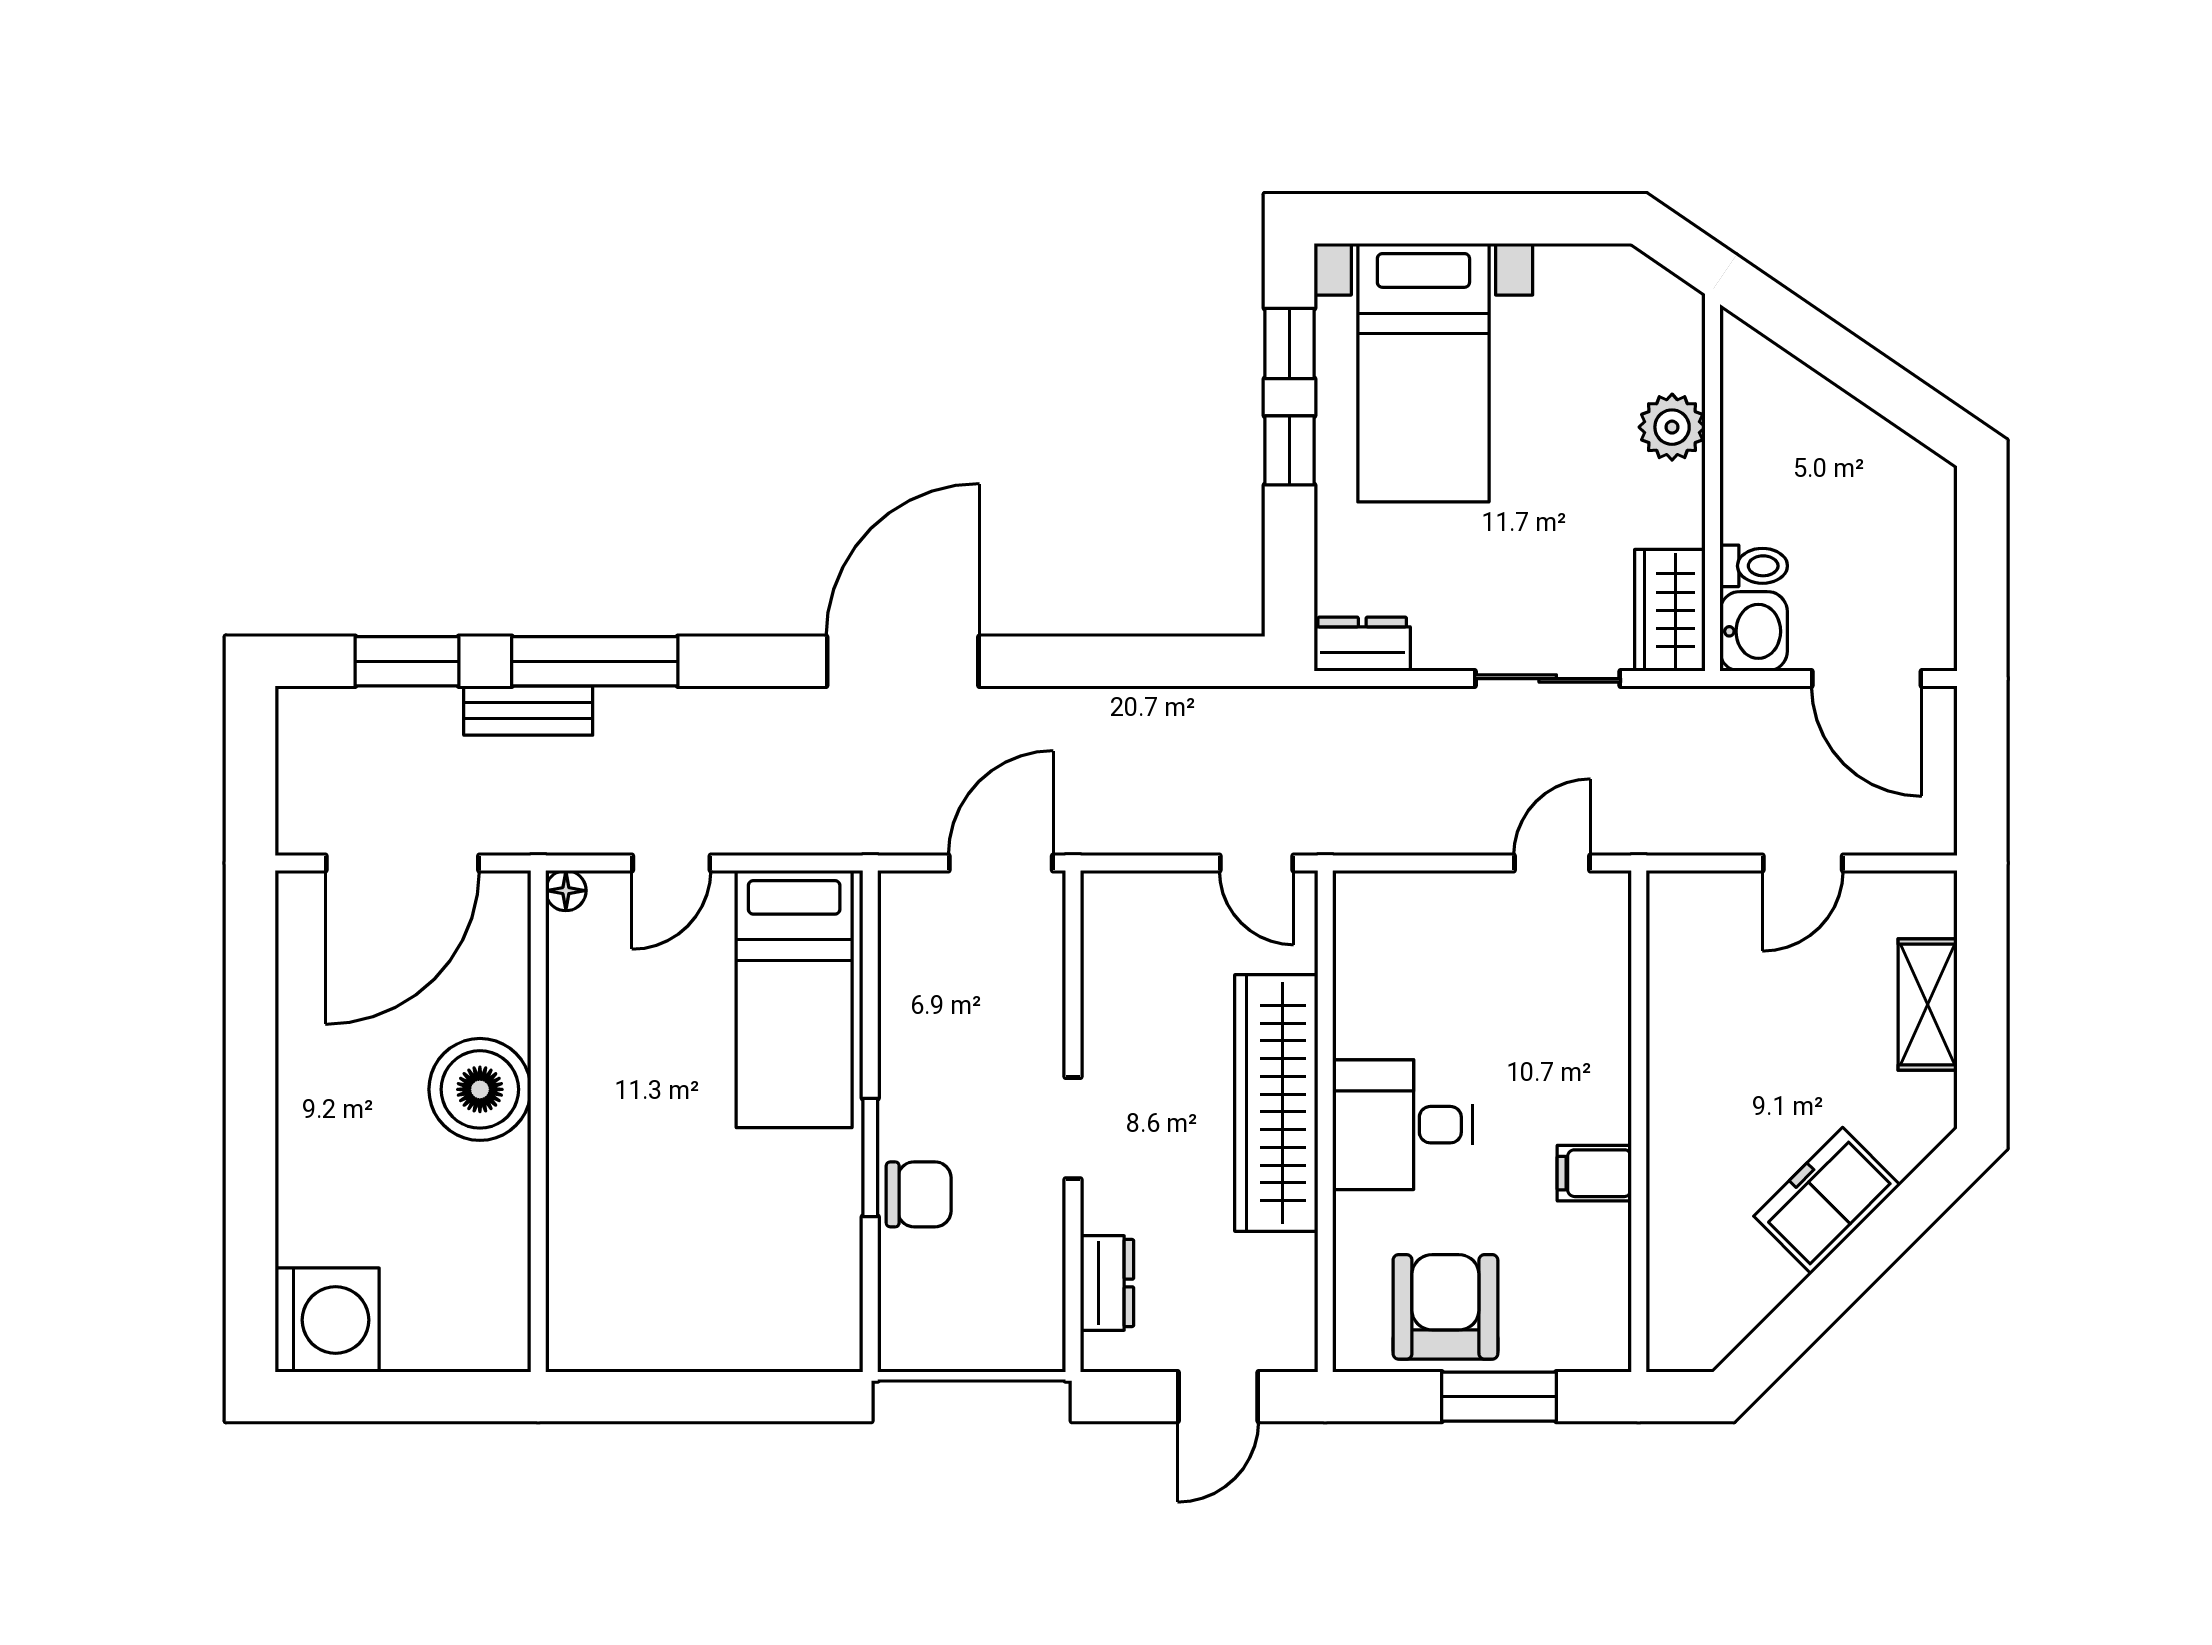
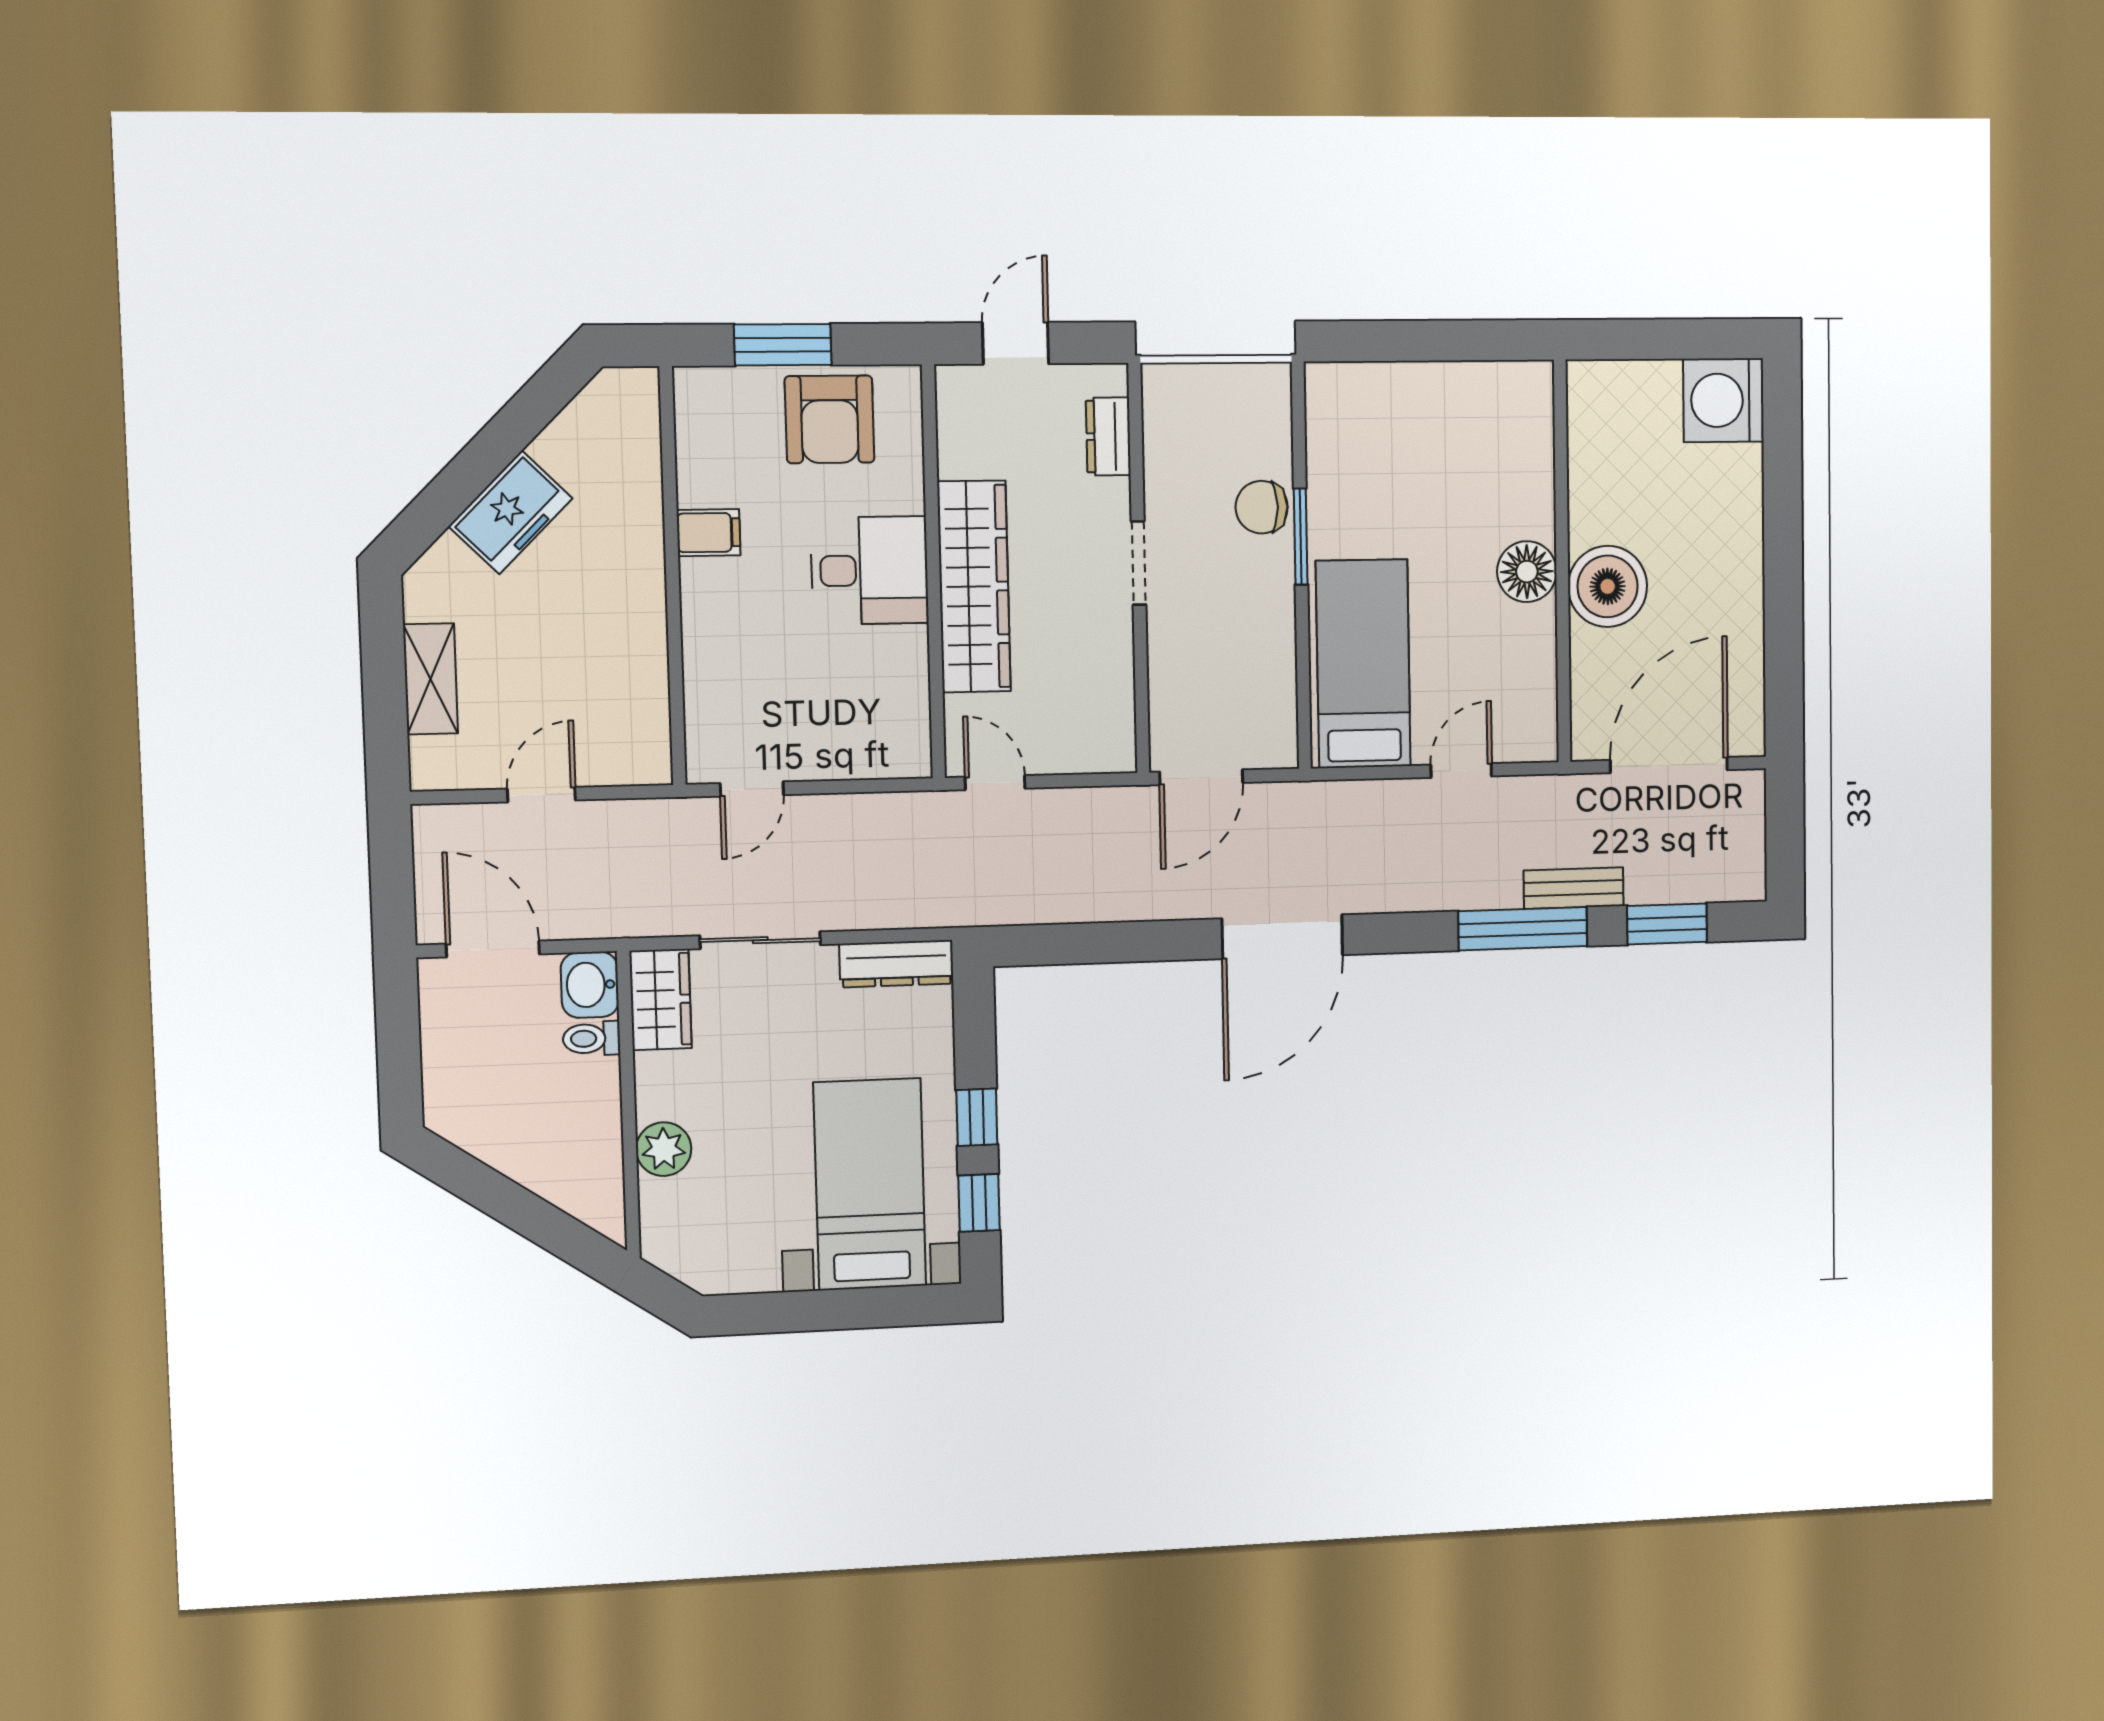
dresser: (1362, 644) -> (896, 964), width x1.44
floor lamp: (566, 891) -> (1527, 572), moved, width x1.89, depth x1.89

